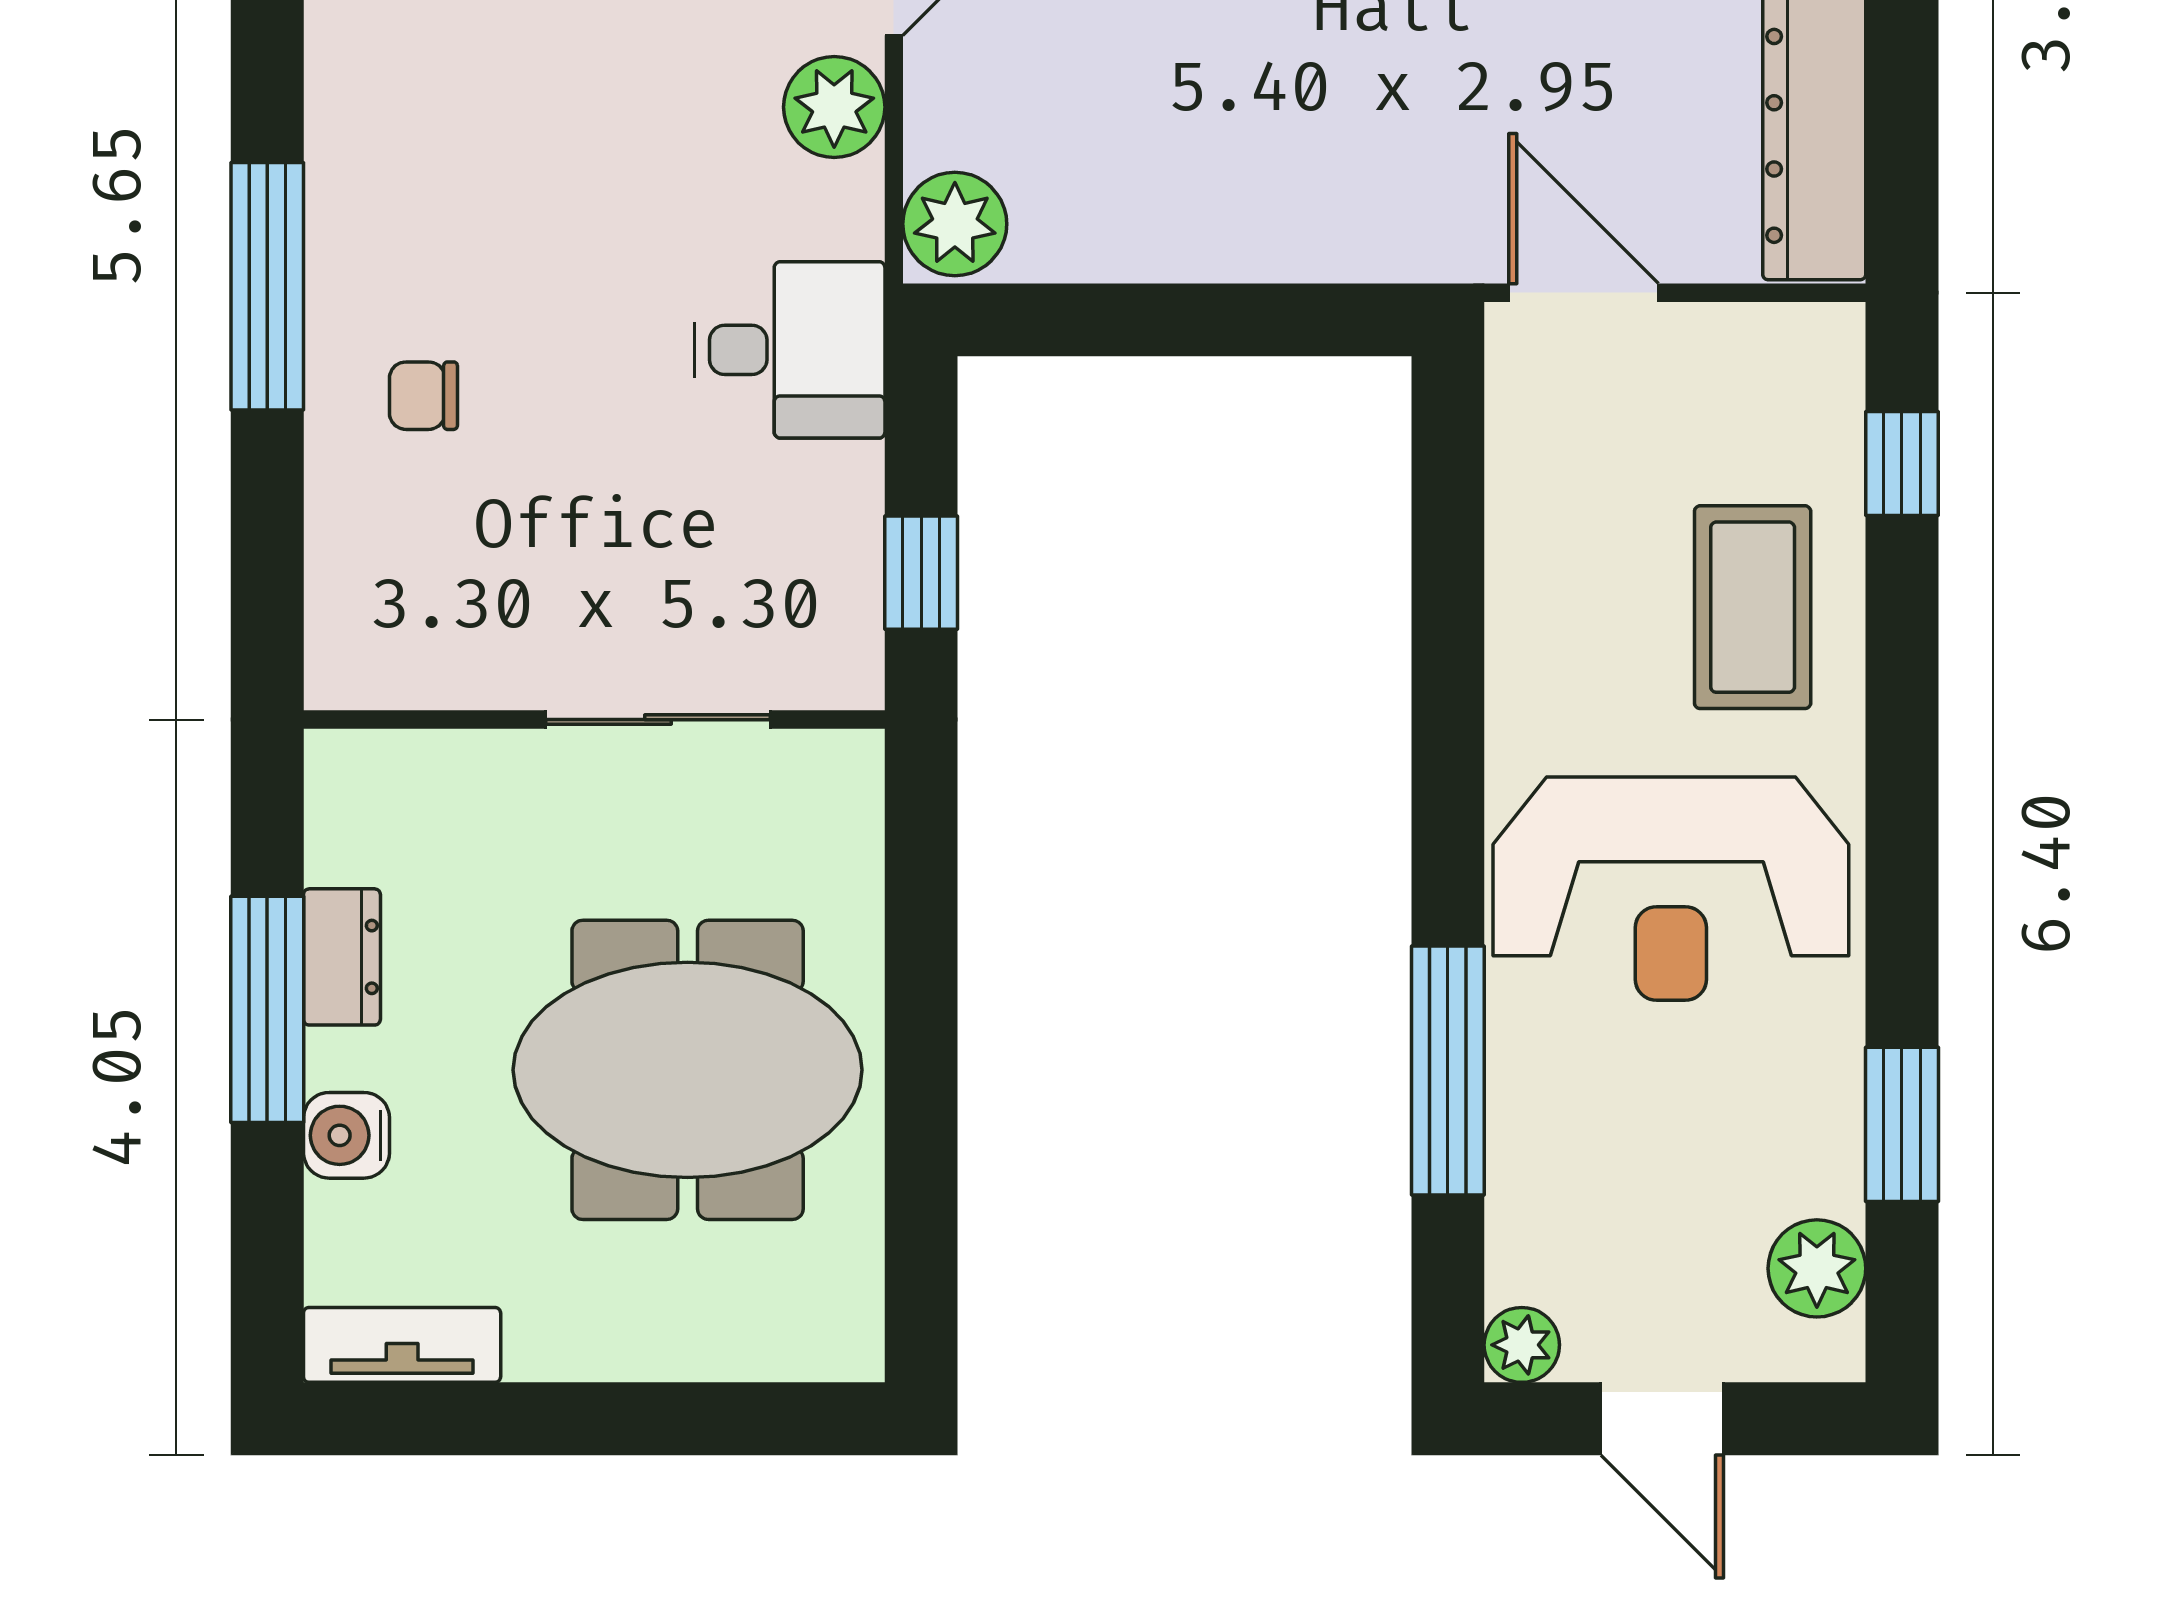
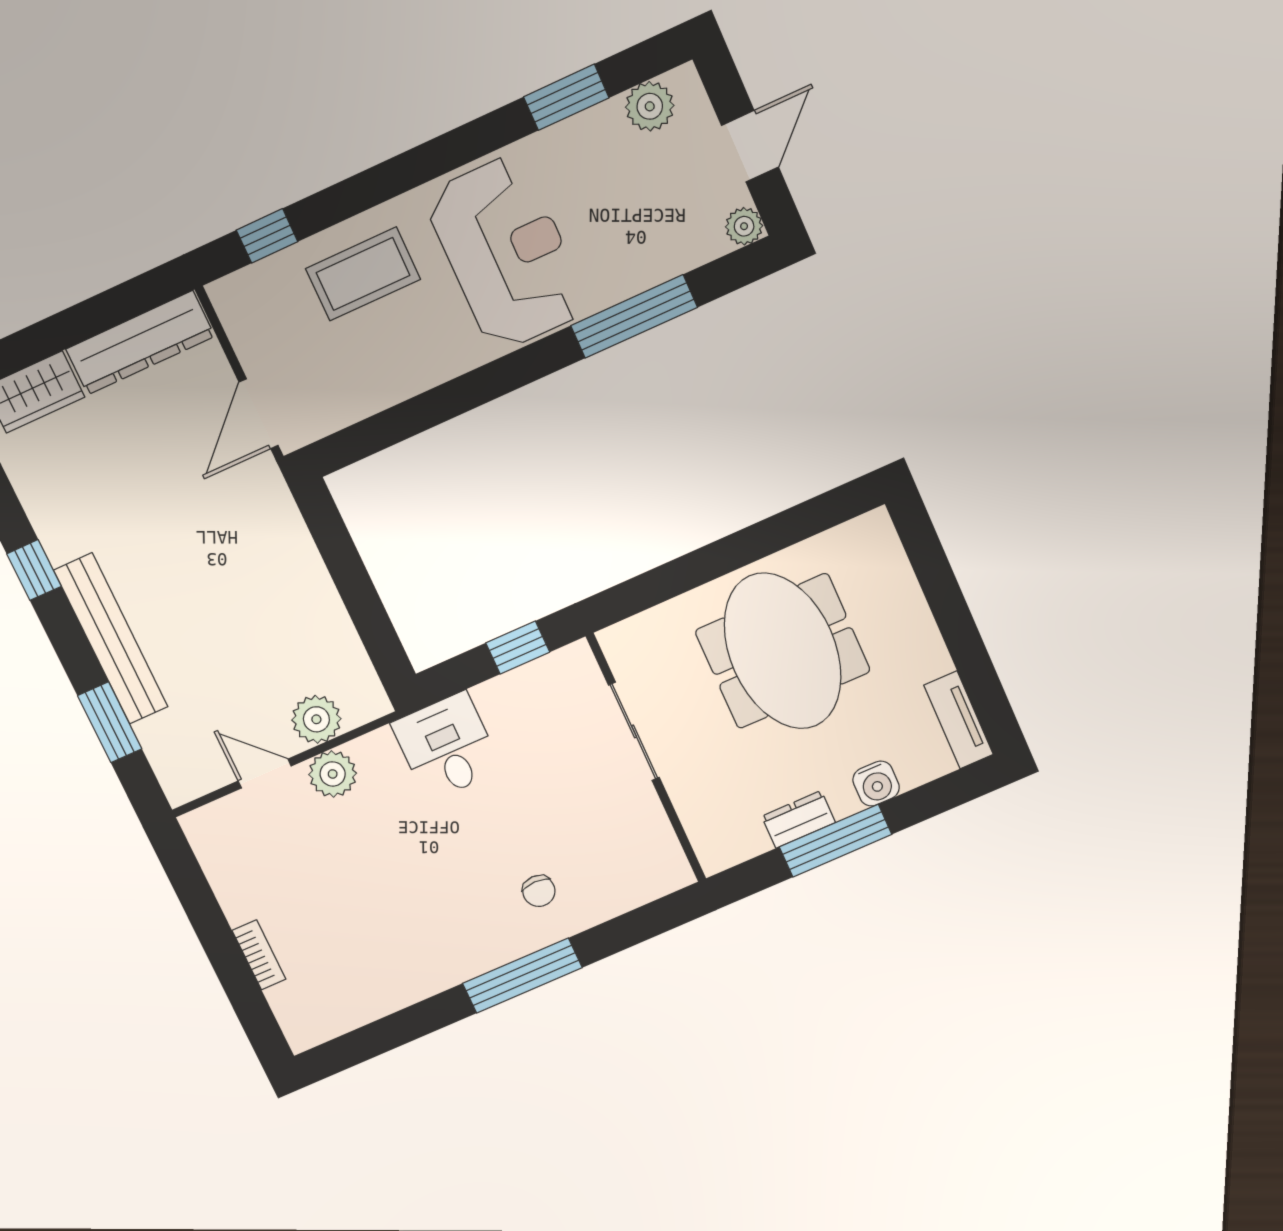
plant: (955, 224) -> (316, 719), moved

